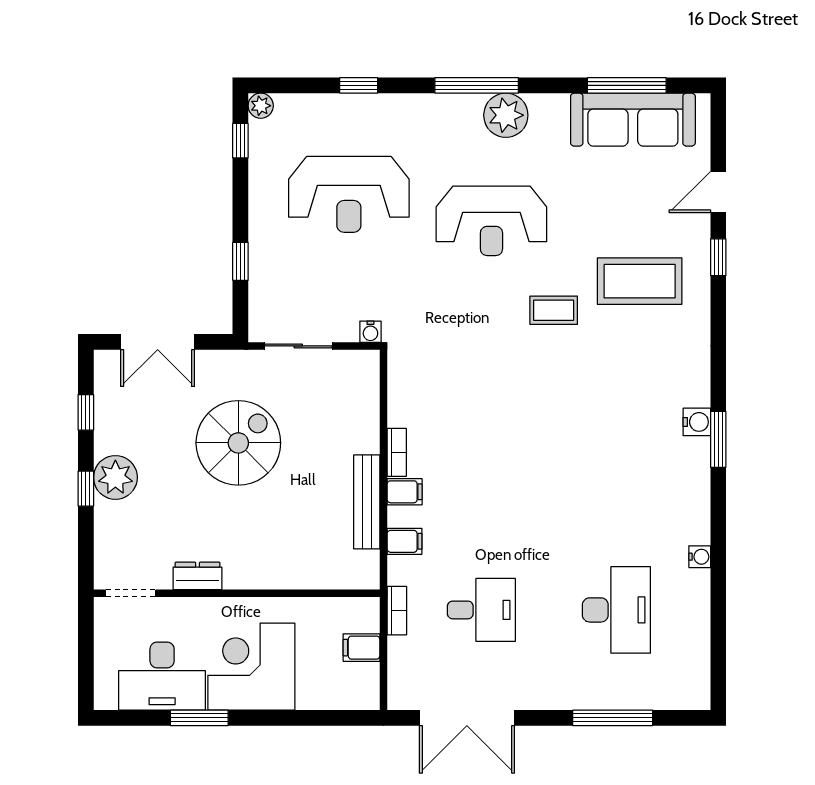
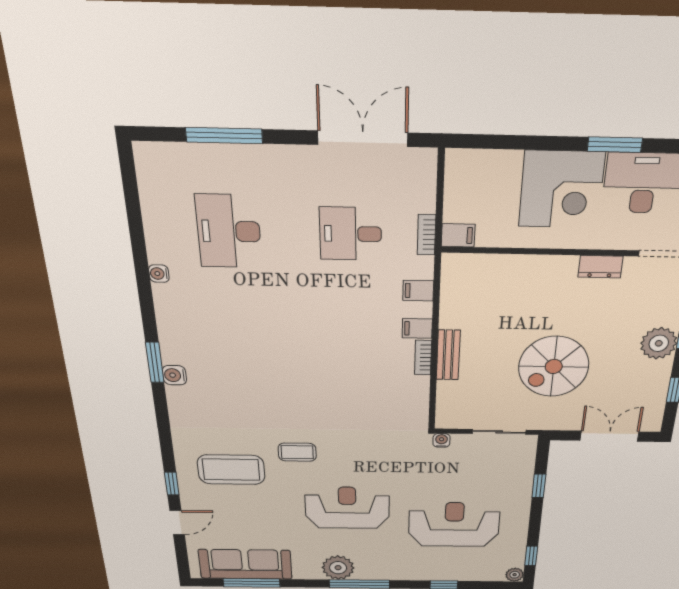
bench: (367, 502) -> (448, 355), moved, width x0.73
filing cabinet: (361, 648) -> (458, 235), moved

